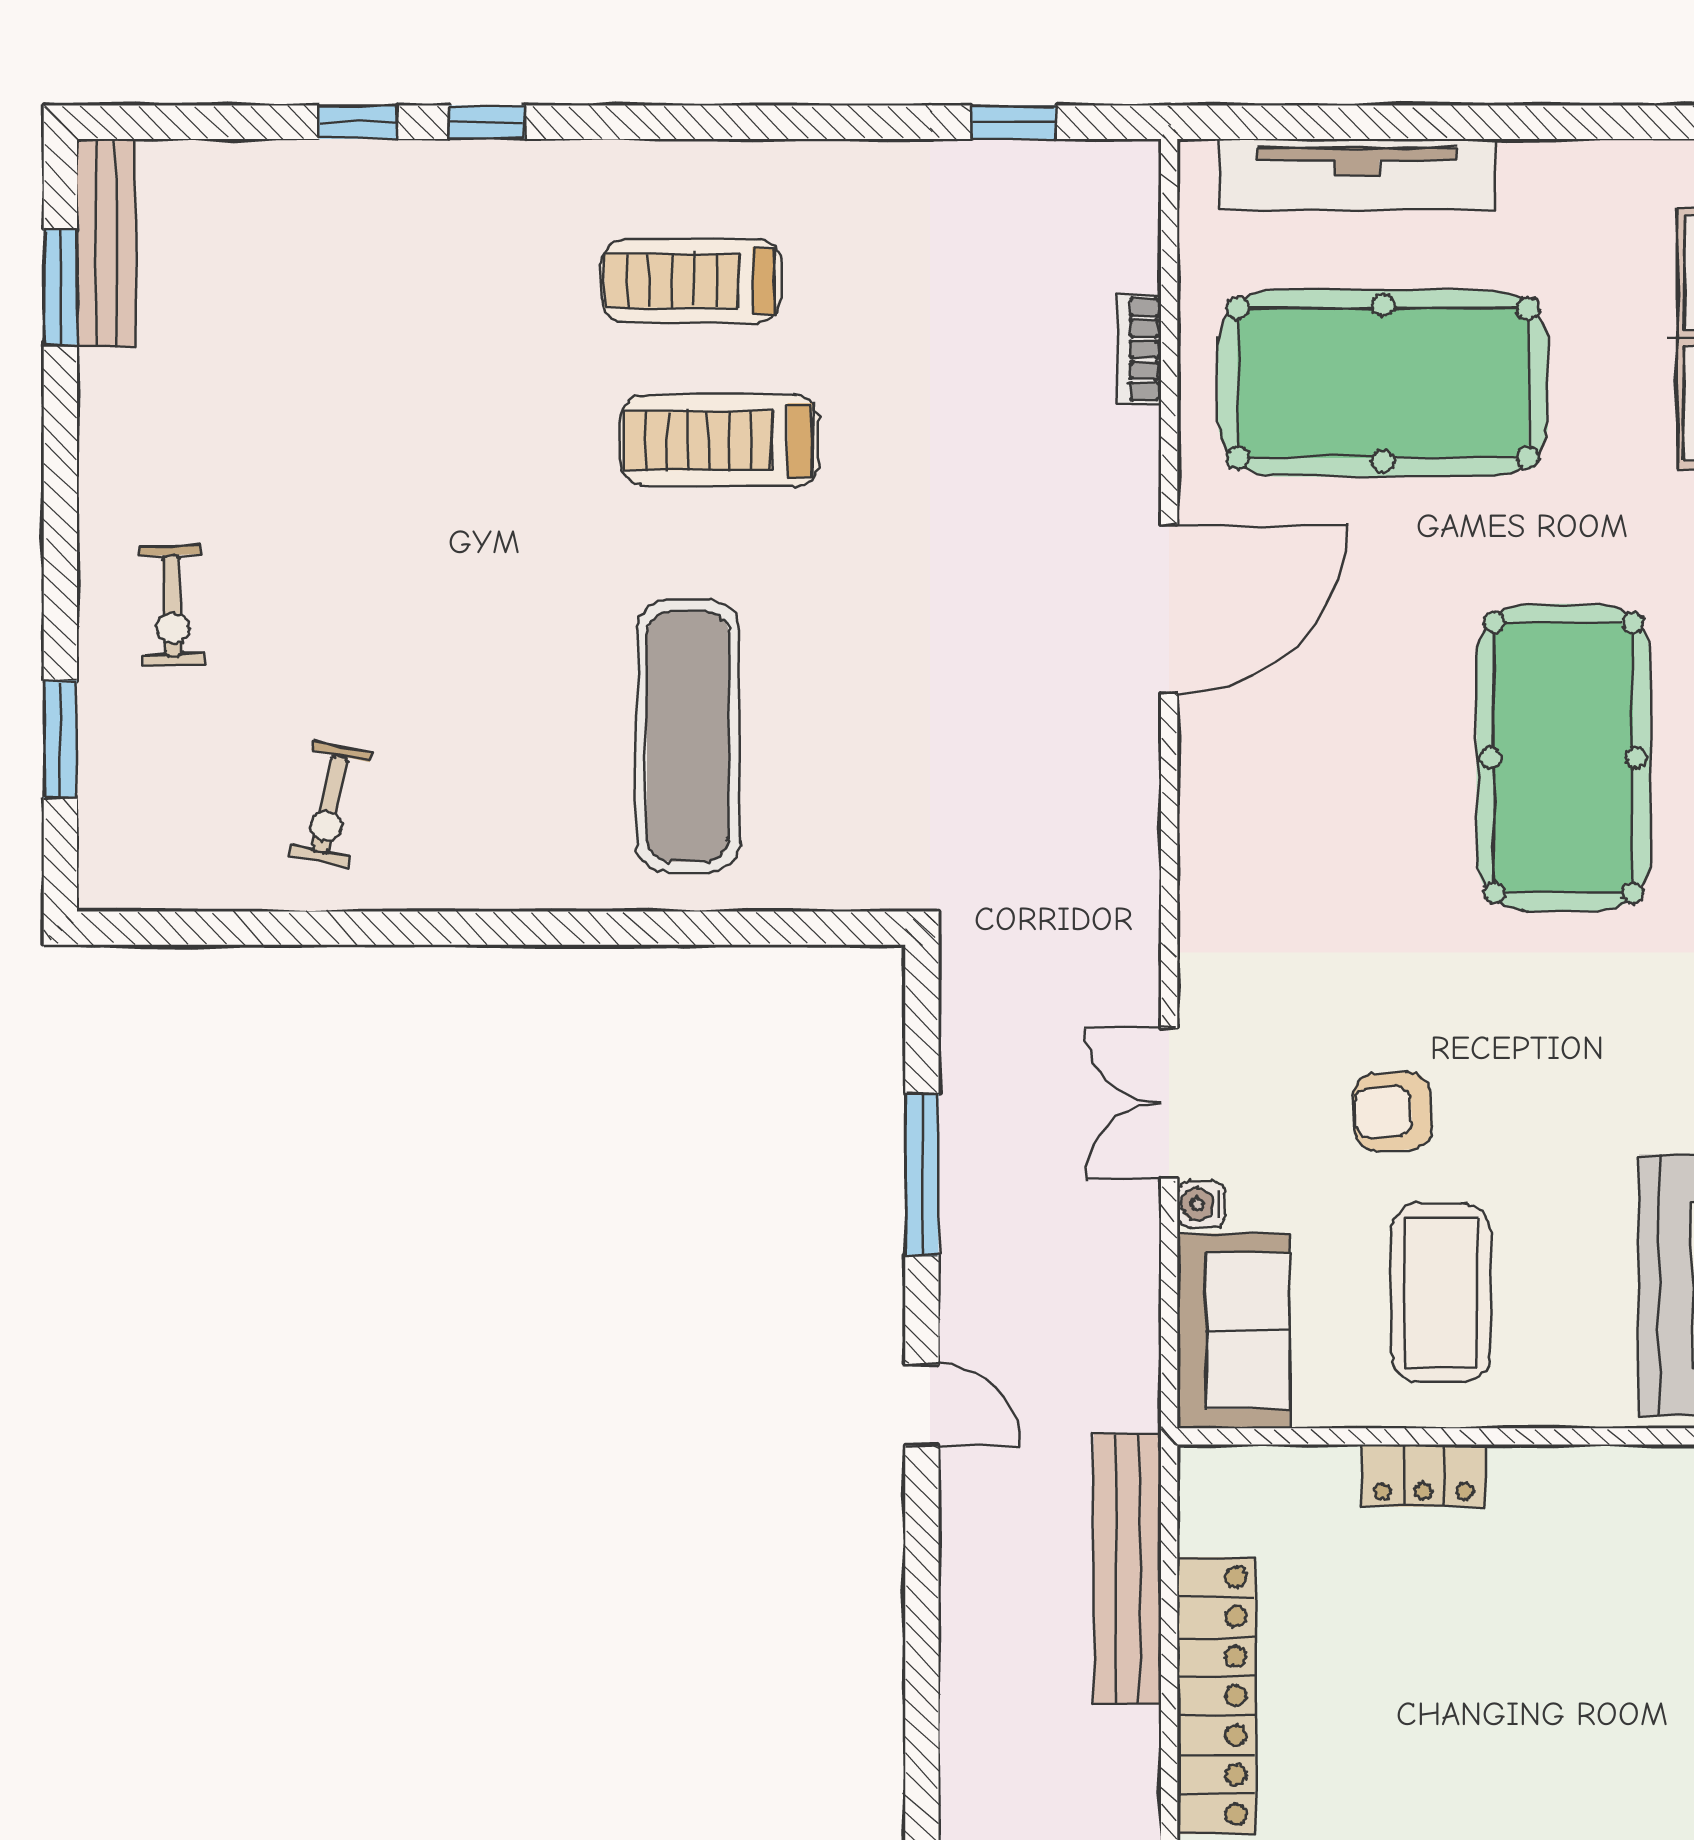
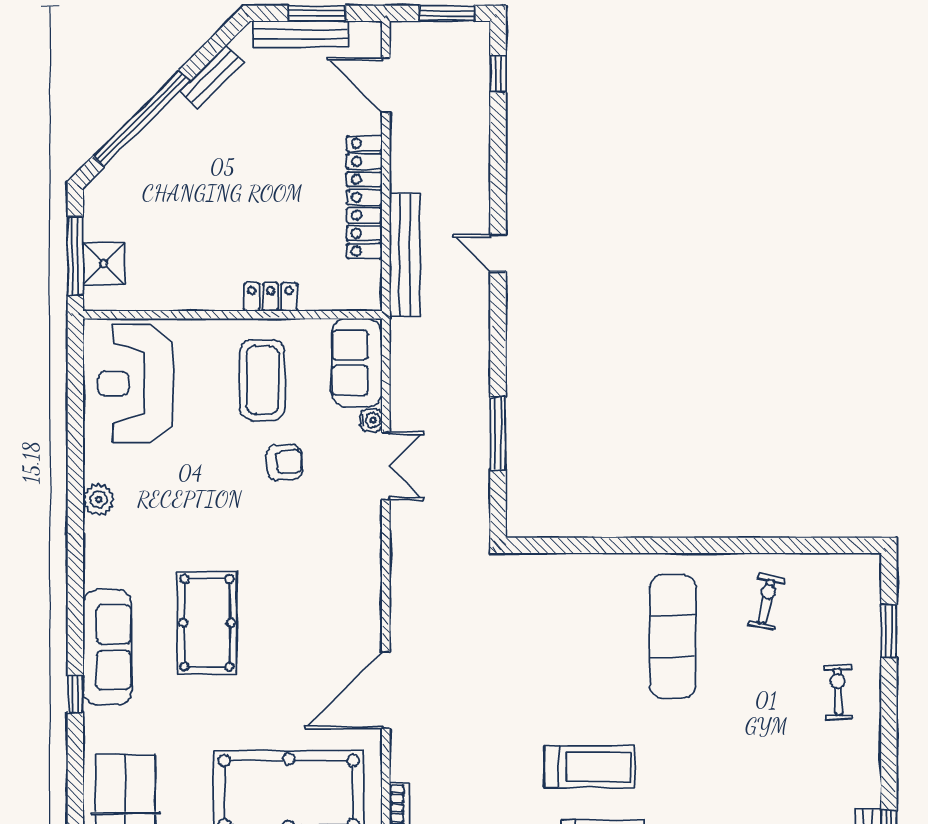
exercise mat: (688, 736) -> (673, 636), moved
pool table: (1563, 758) -> (207, 623), width x0.73, depth x0.76
door: (922, 1405) -> (498, 253), moved

